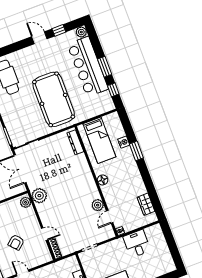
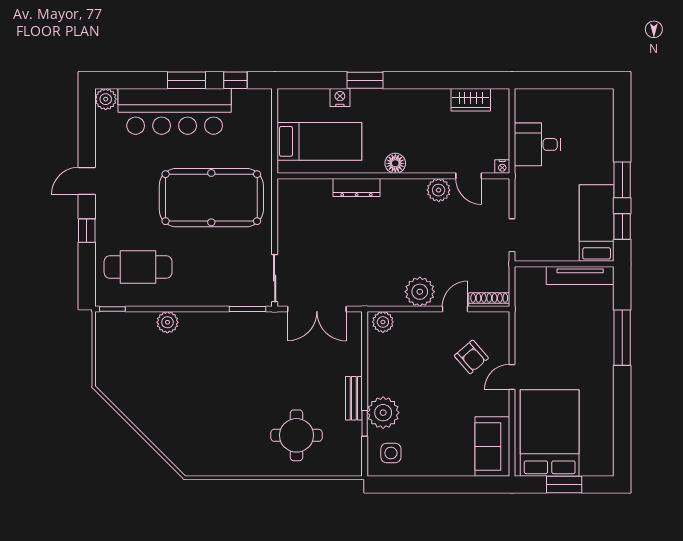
window: (59, 30) -> (87, 231), moved
dresser: (75, 142) -> (357, 188), moved
plant: (39, 196) -> (420, 292), moved
armchair: (16, 242) -> (471, 357), moved

